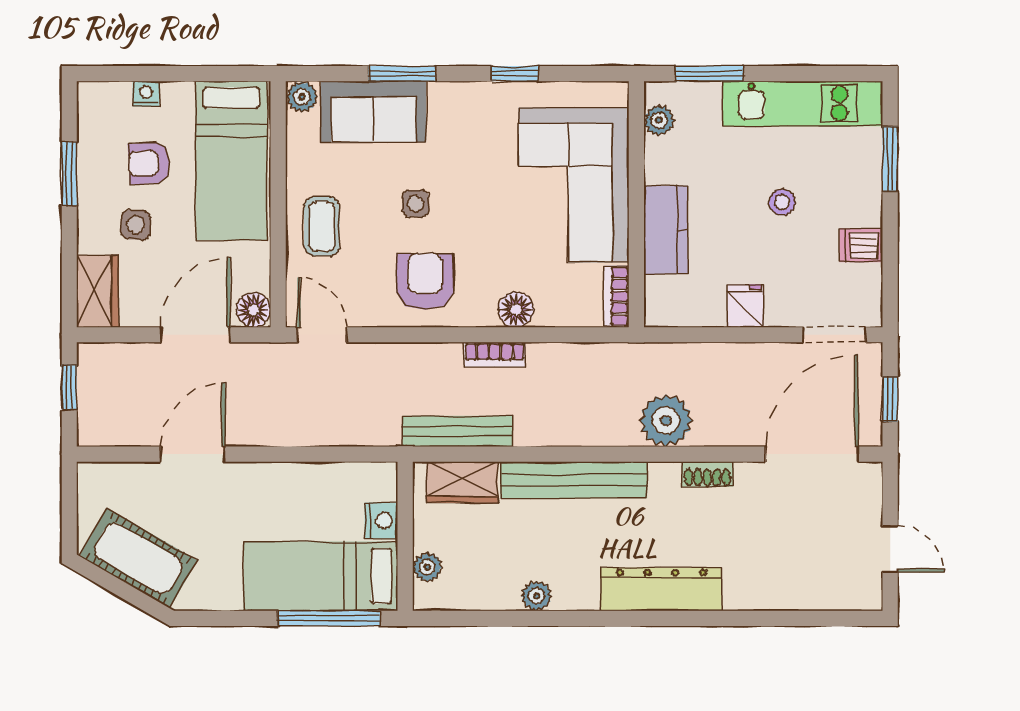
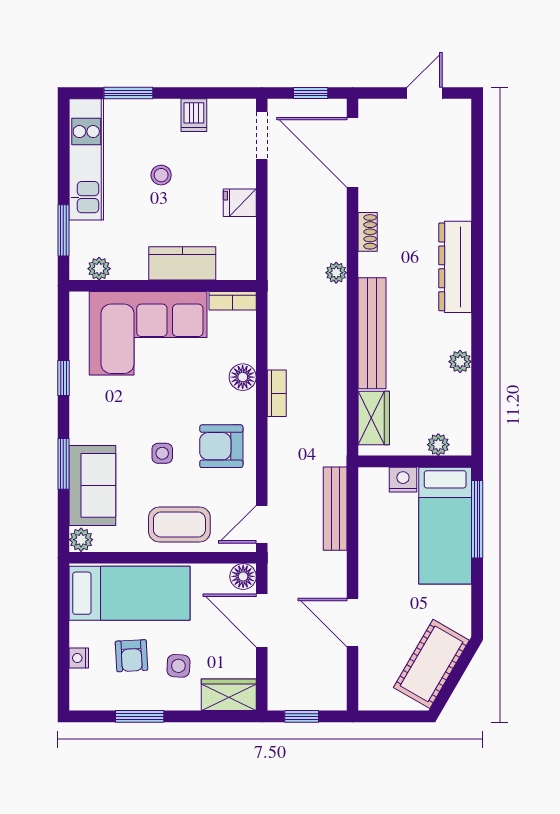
coffee table: (322, 226) -> (179, 524), width x1.36, depth x1.30
plant: (666, 420) -> (336, 273), width x0.53, depth x0.53
bench: (457, 431) -> (335, 509), moved

